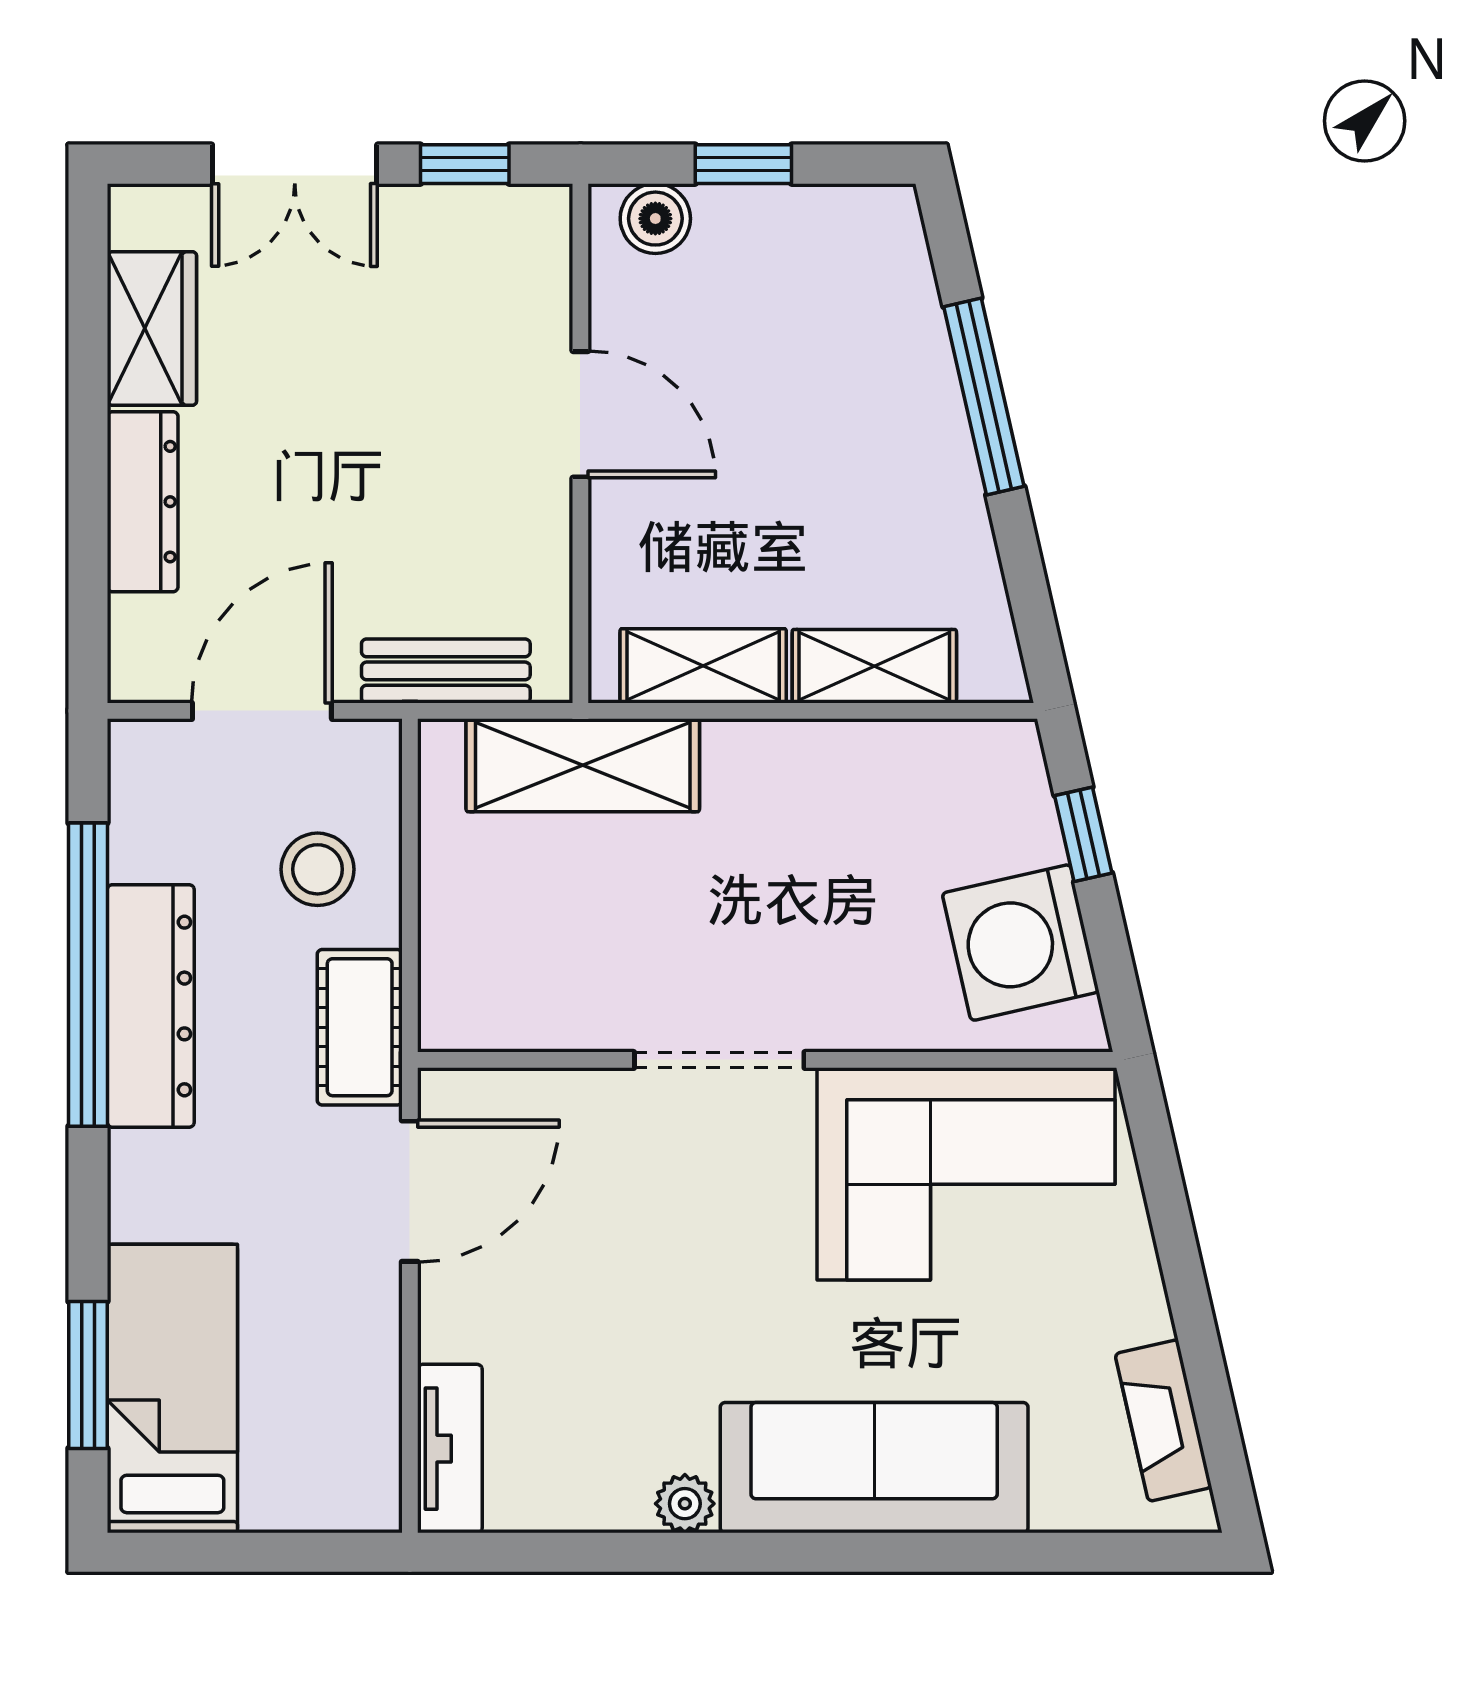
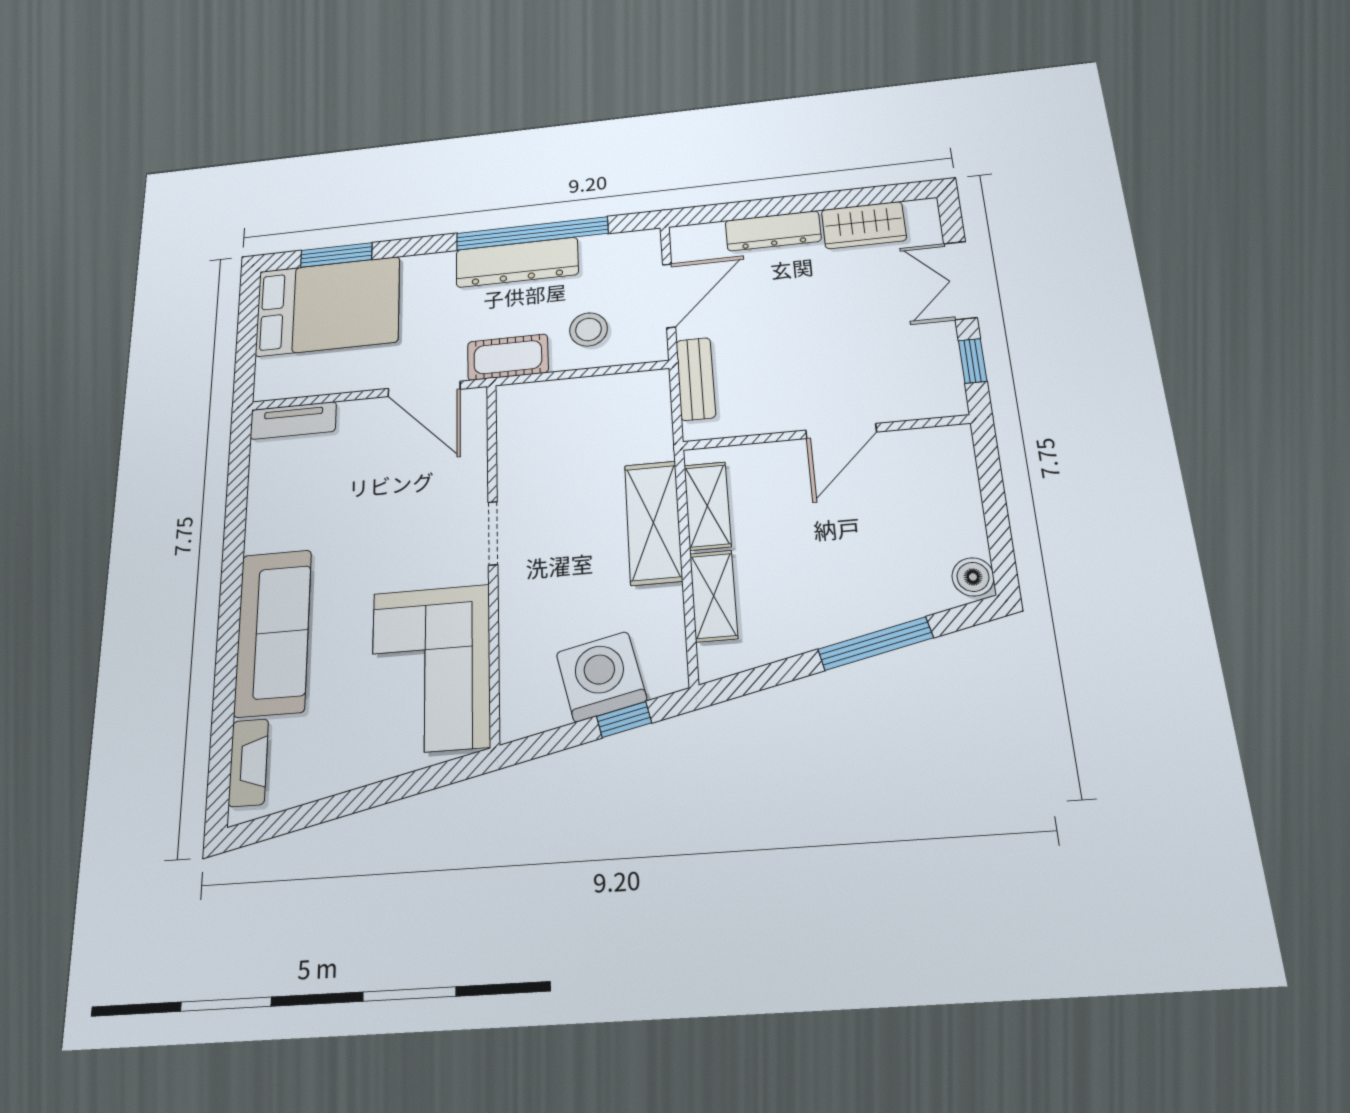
window: (743, 164) -> (994, 502), removed
boiler: (655, 219) -> (973, 577), moved
door: (262, 711) -> (669, 296), hinge flipped
shelving: (583, 765) -> (653, 523), moved
washing machine: (1021, 943) -> (601, 677), moved
doorway: (719, 1060) -> (493, 533), width x0.73
bed: (172, 1389) -> (328, 306), width x1.50
fireplace: (1163, 1421) -> (248, 763), moved, turned 103
plant: (685, 1504) -> (259, 537), removed

